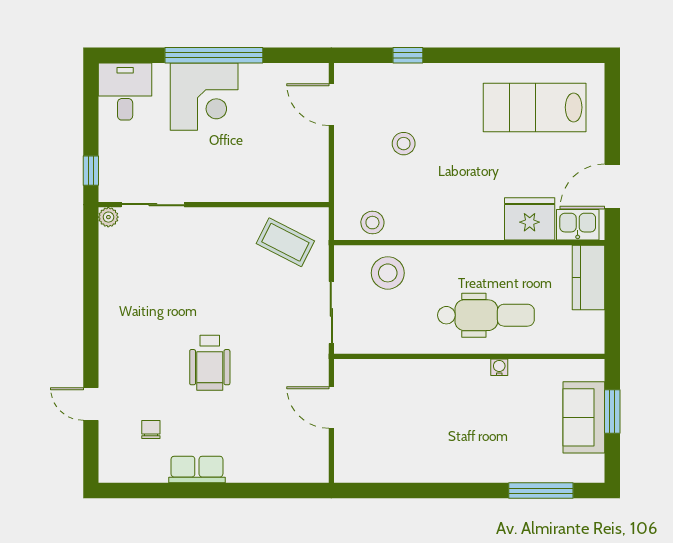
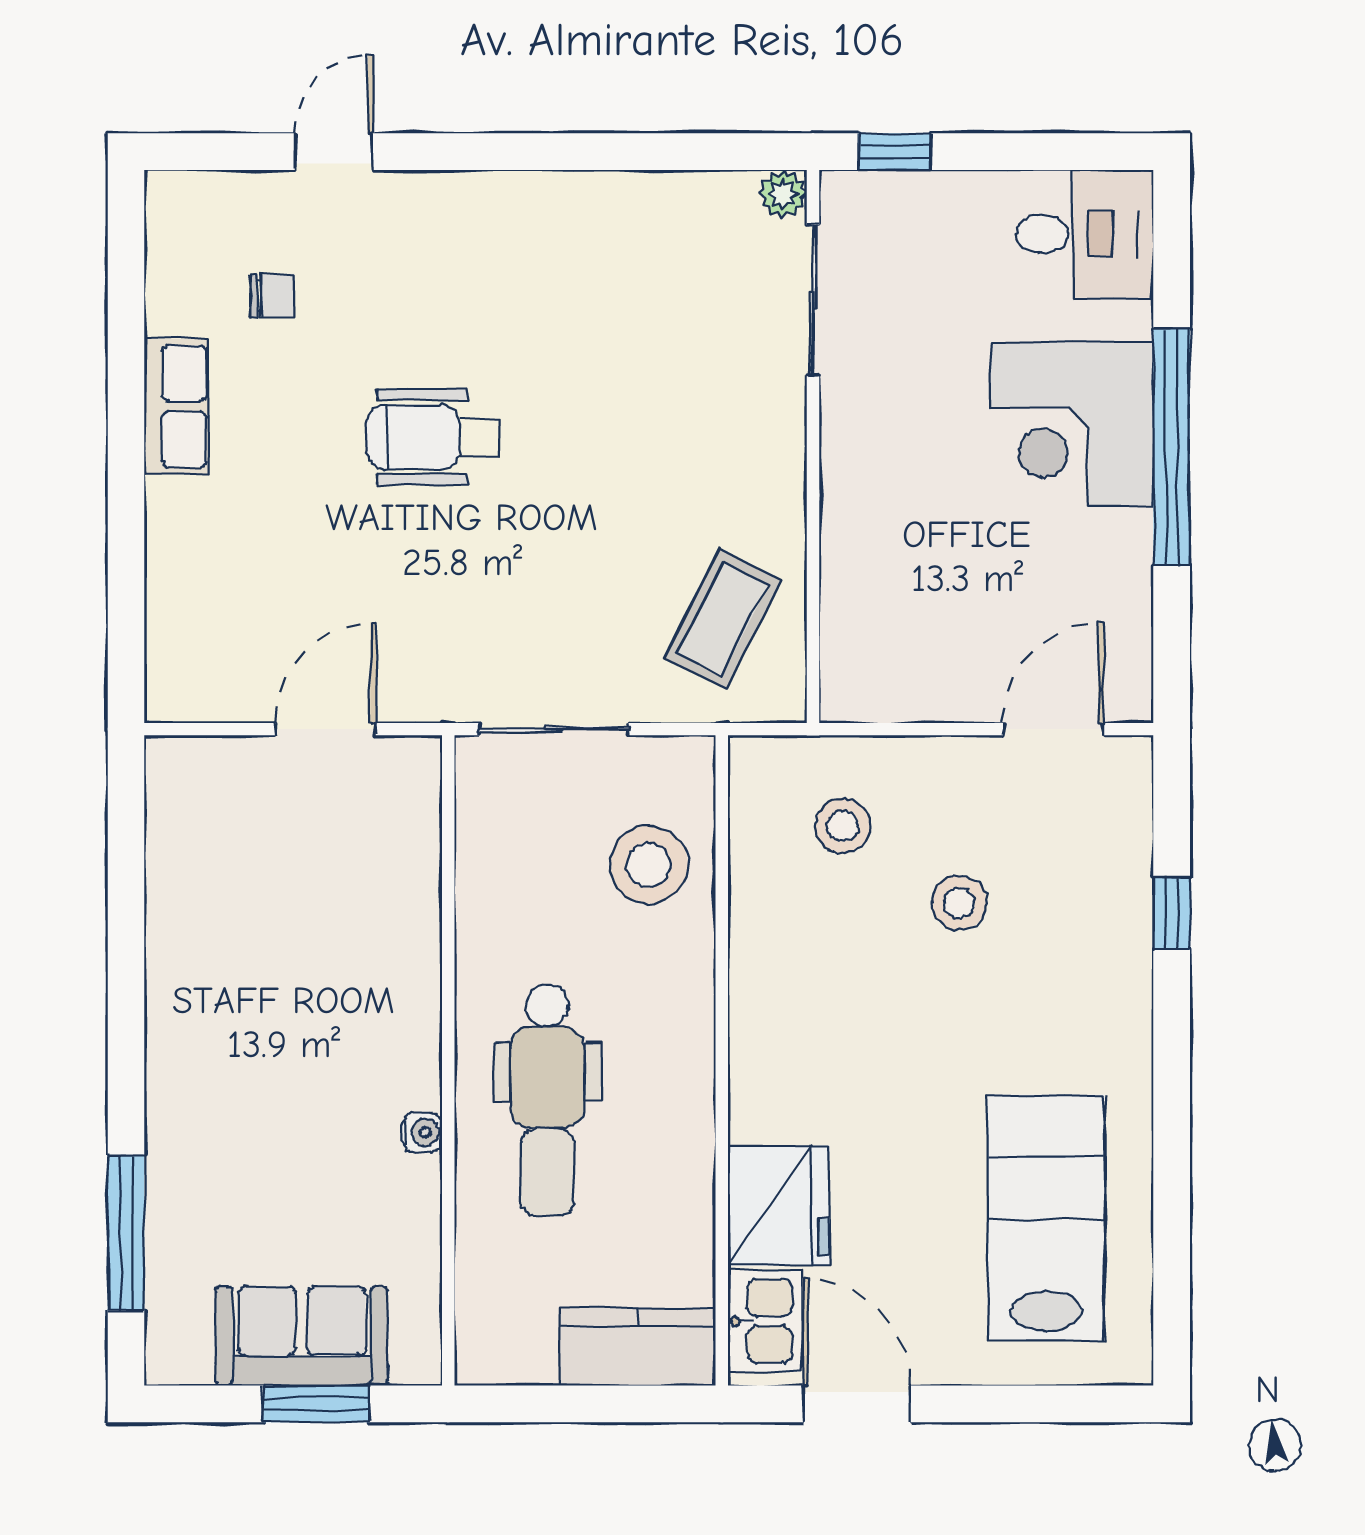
stool: (372, 223) -> (843, 826), moved

